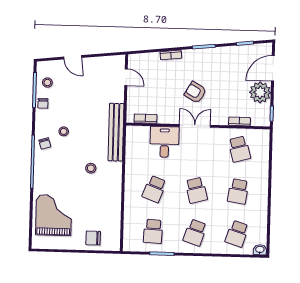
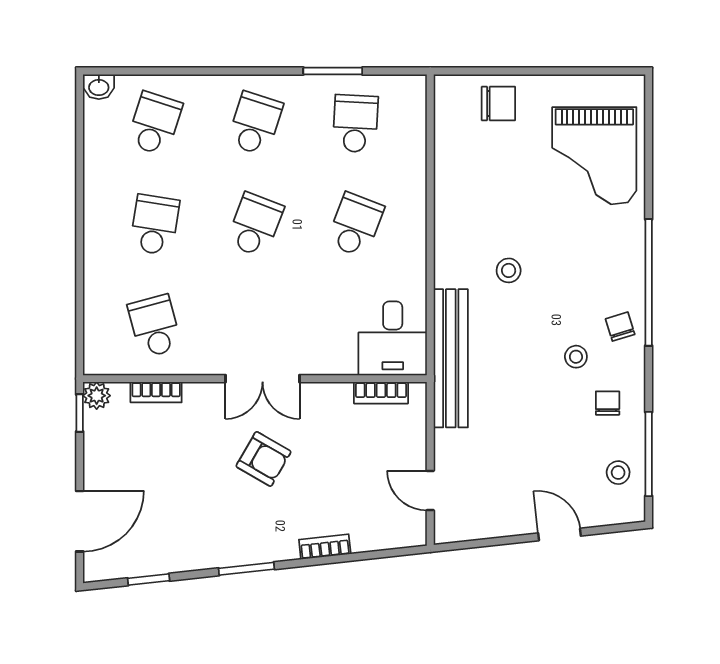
plant: (260, 92) -> (97, 396), moved, width x0.53, depth x0.53
chair: (43, 103) -> (608, 403), moved
desk: (164, 142) -> (393, 338), moved
school desk: (196, 190) -> (255, 225), turned 36

